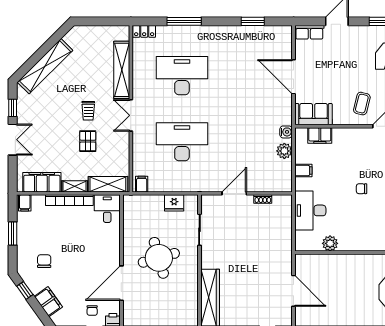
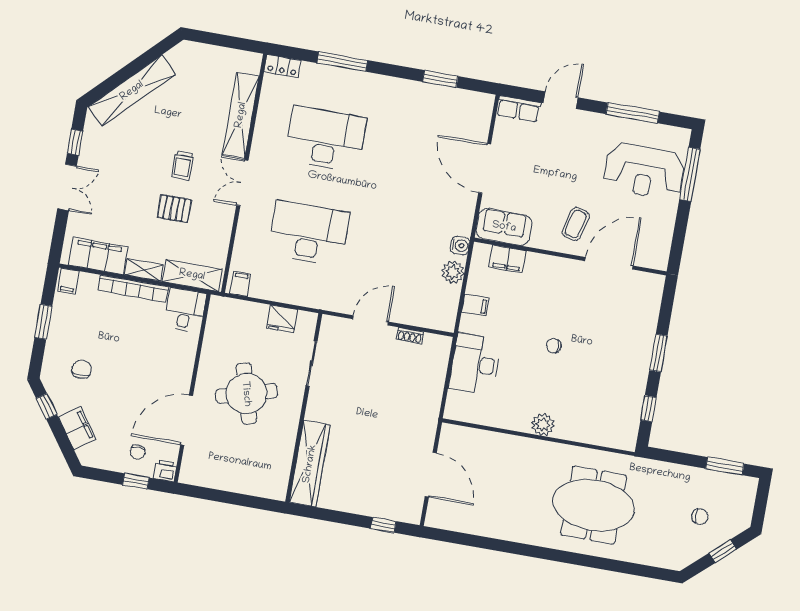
pallet: (88, 141) -> (174, 209), turned 90
plant: (330, 243) -> (543, 425), moved

